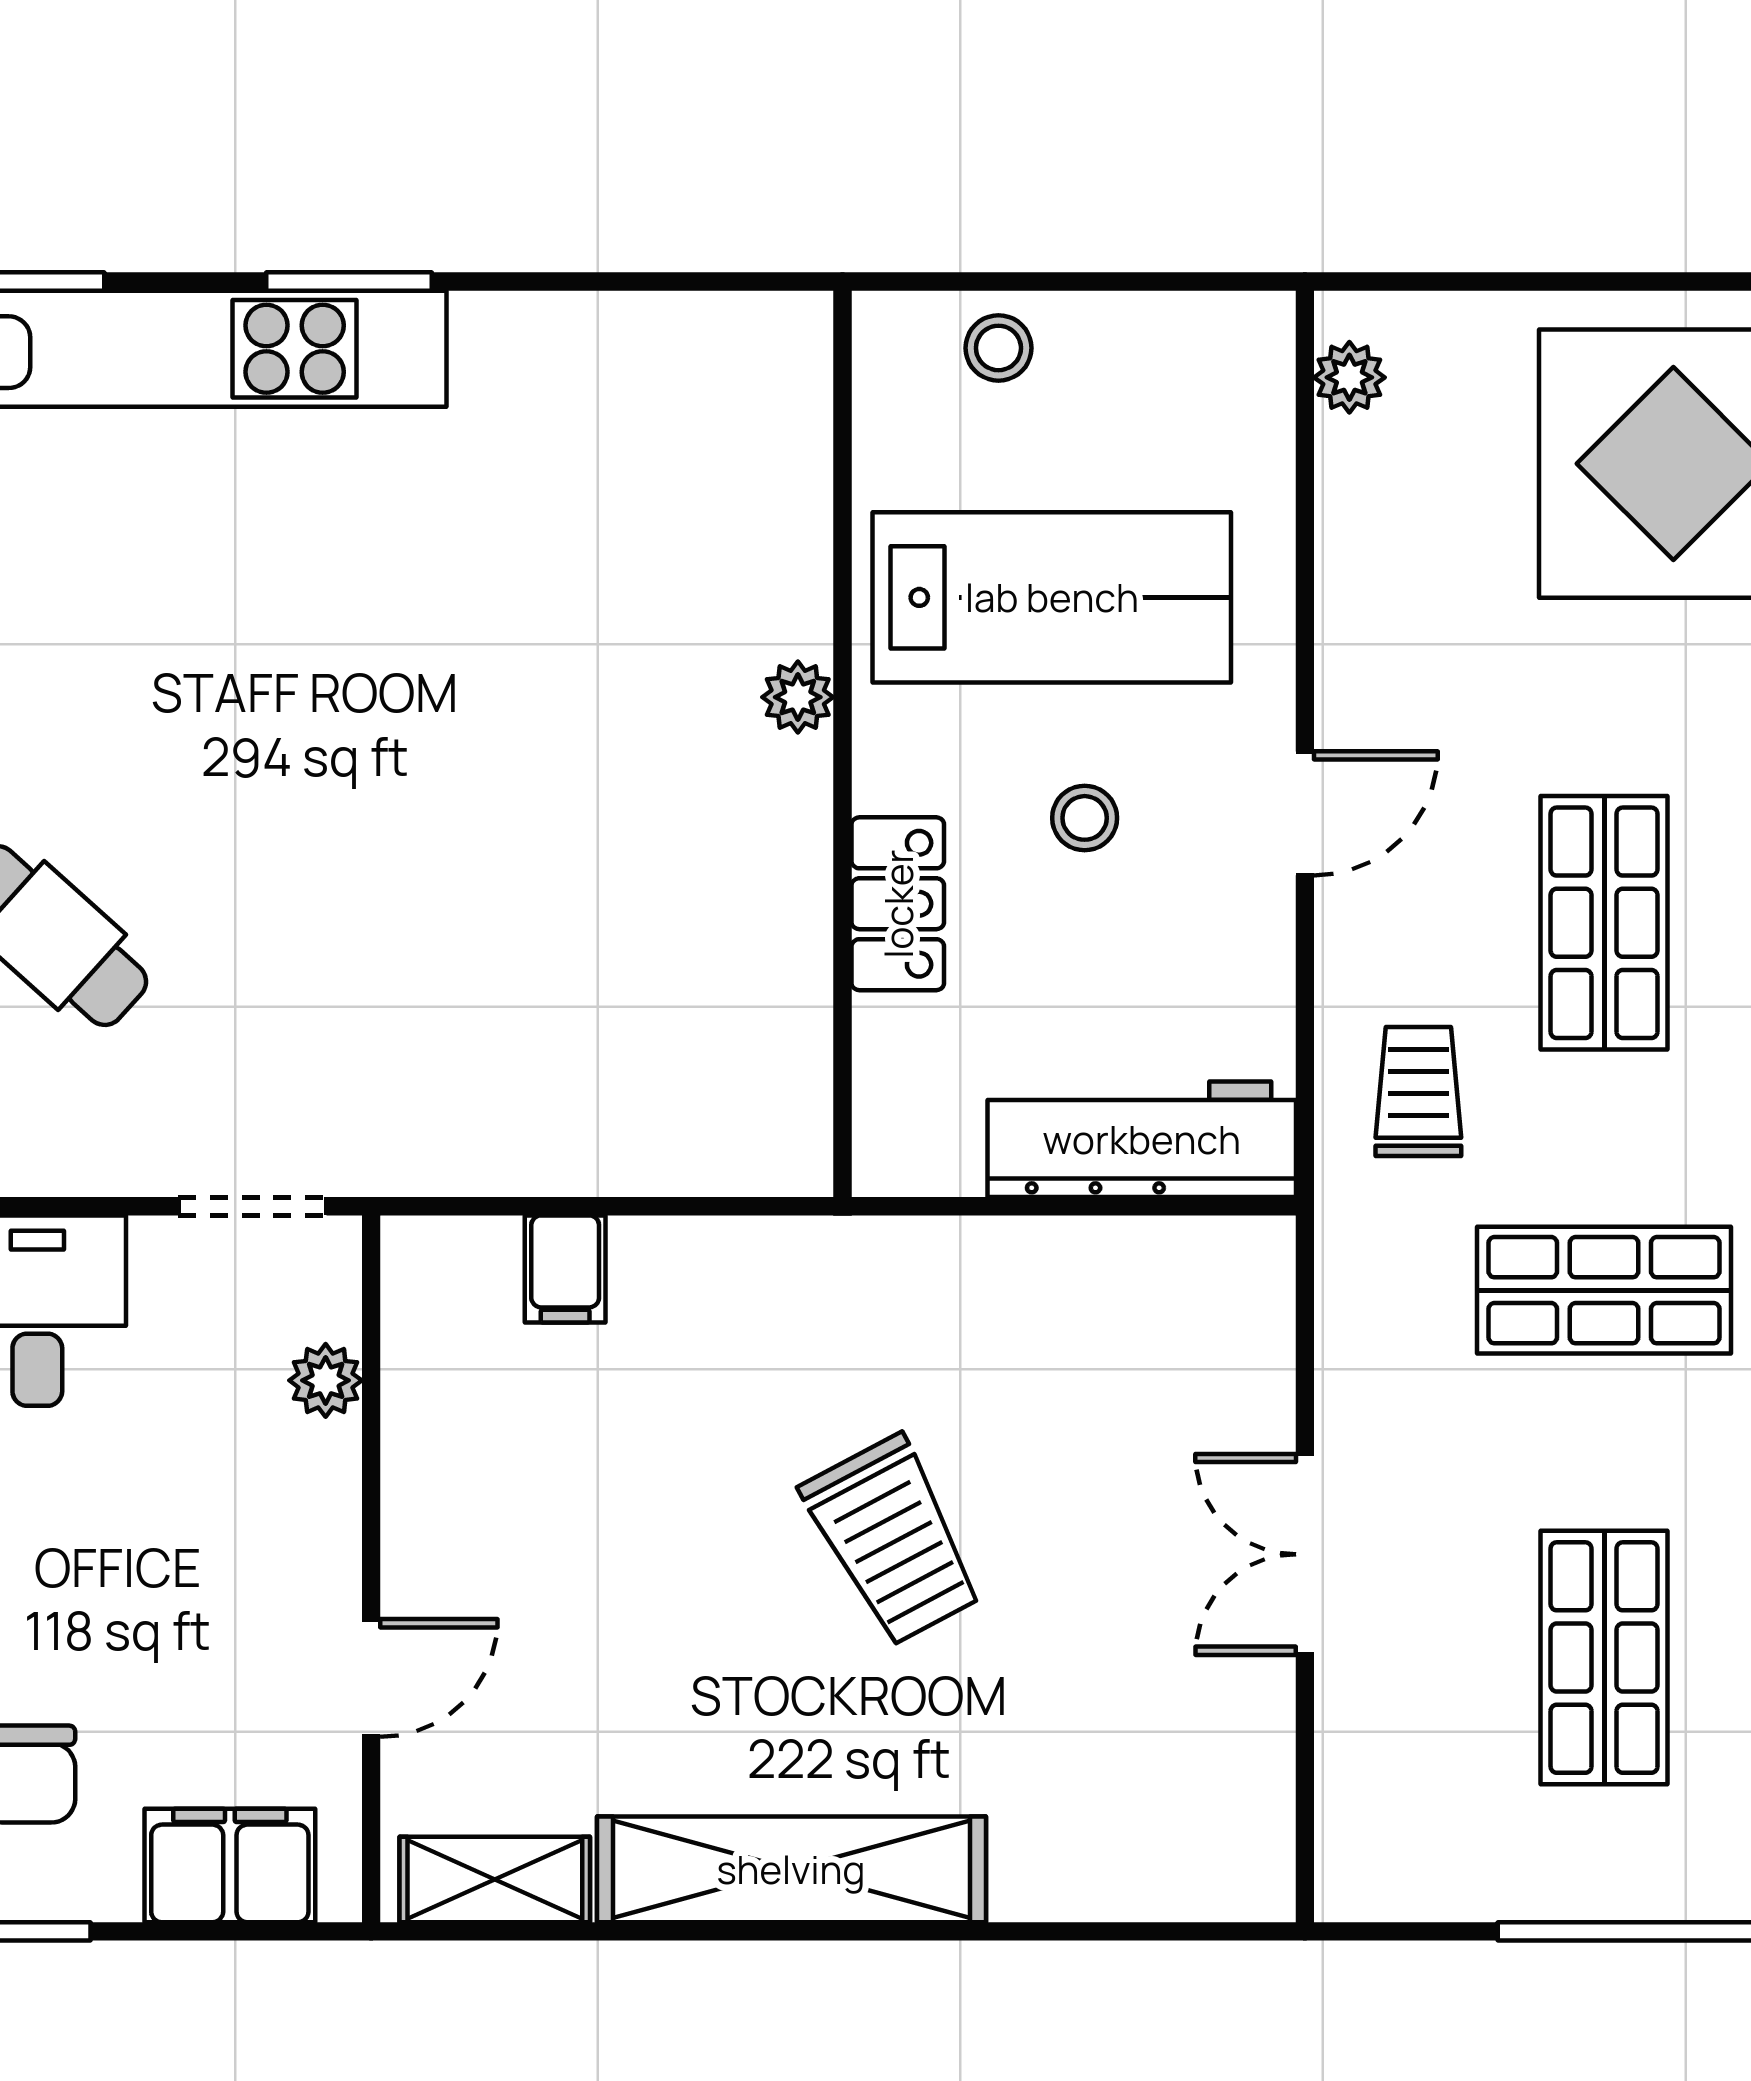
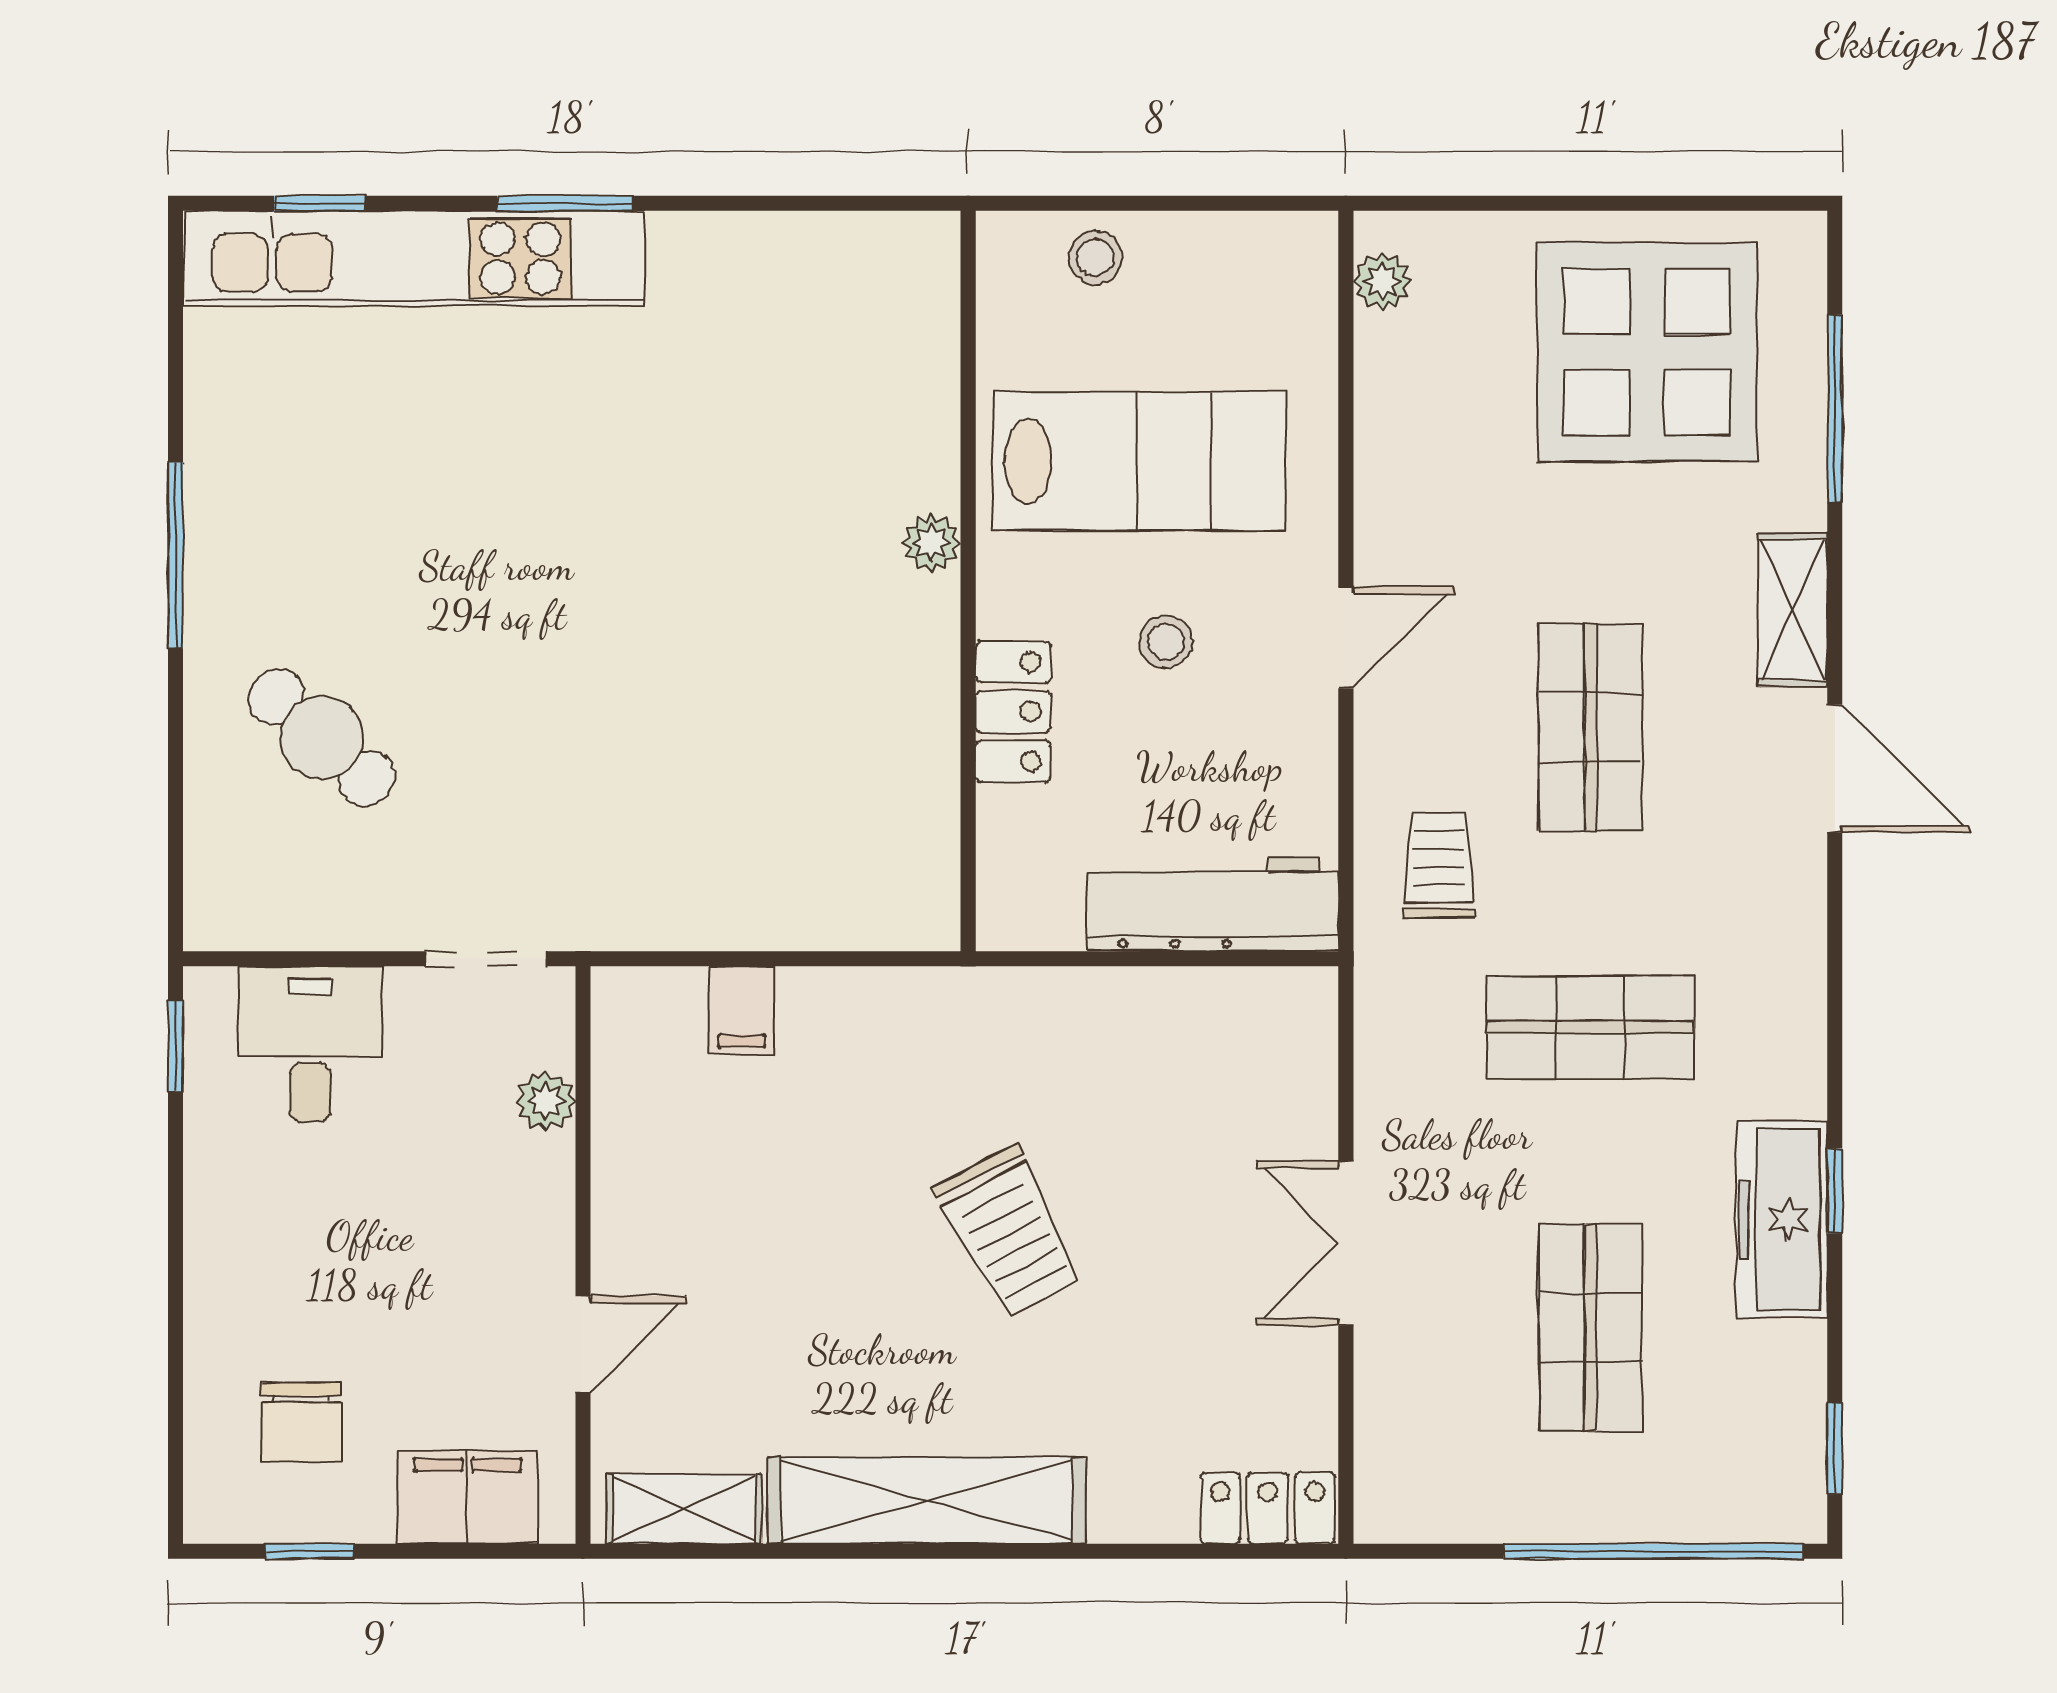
locker: (1209, 1879) -> (1268, 1508), added

